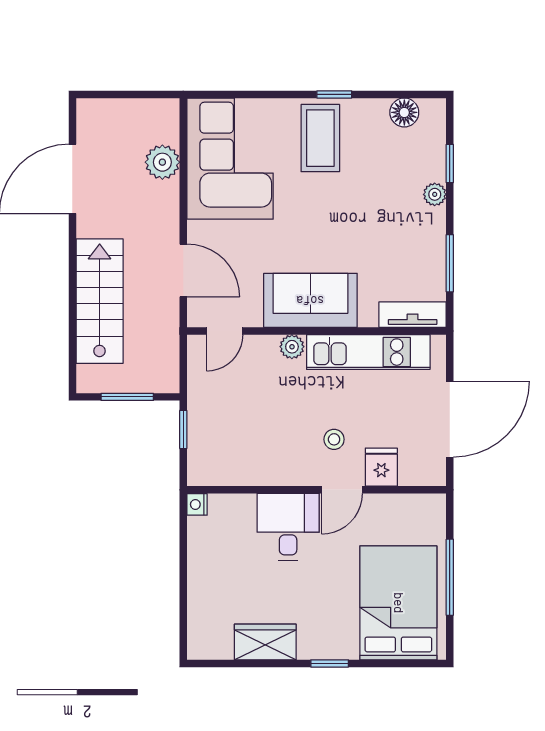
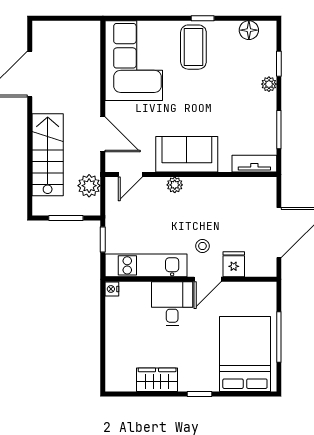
plant: (162, 162) -> (89, 186), moved
kitchen unit: (368, 352) -> (146, 265), moved, turned 180

